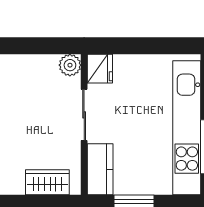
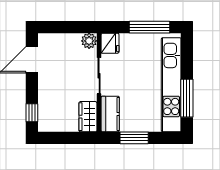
window: (156, 46) -> (150, 27), added
wardrobe: (47, 182) -> (88, 117), moved, turned -90

